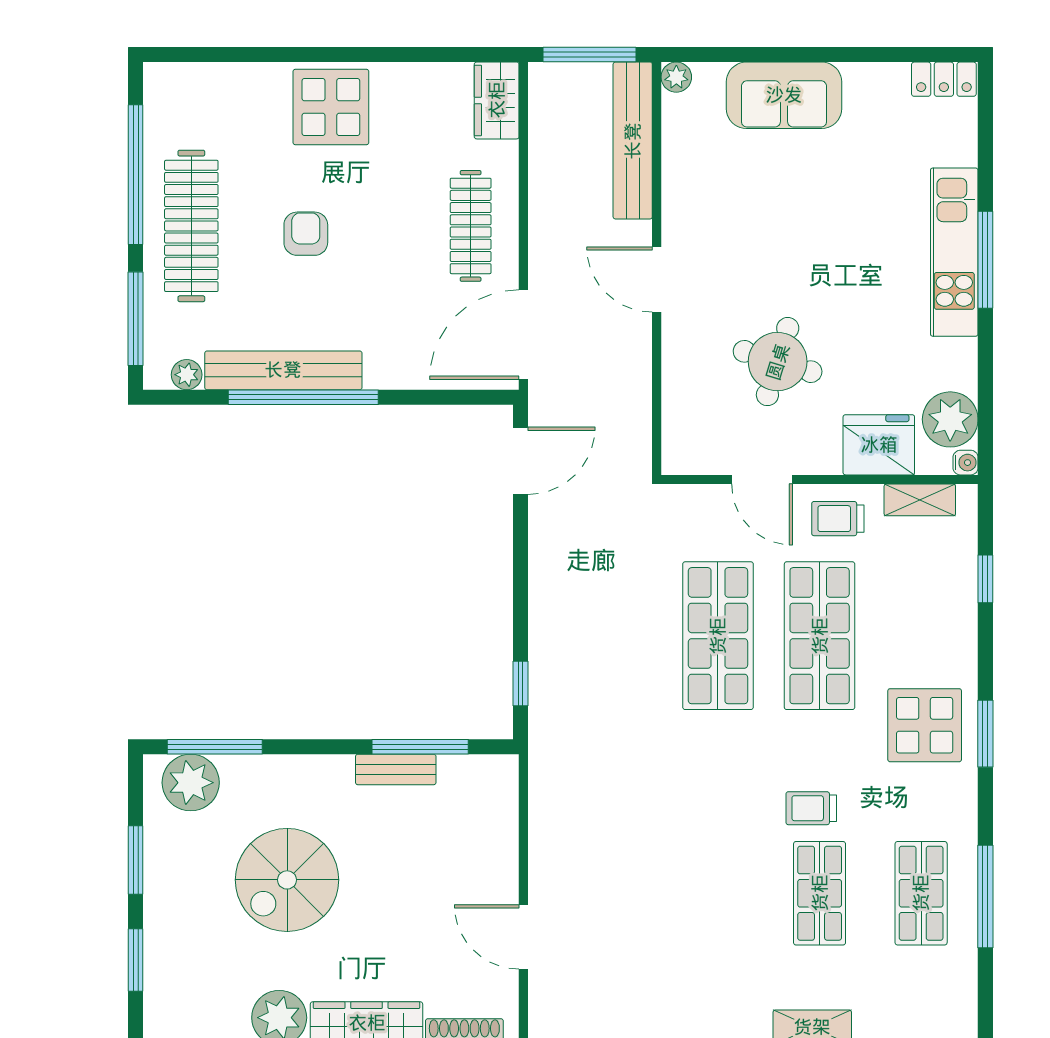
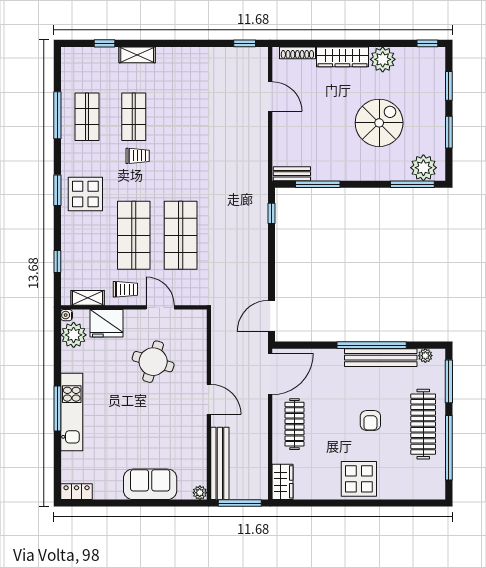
bench: (396, 769) -> (292, 174), moved

